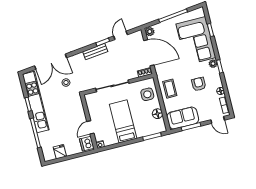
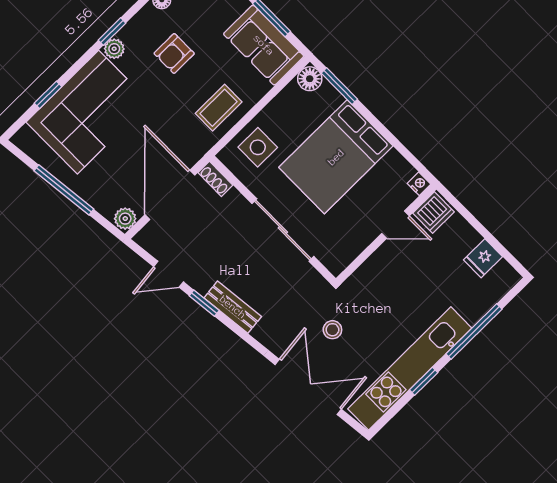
floor lamp: (157, 114) -> (310, 79), moved
bed: (123, 121) -> (336, 157), width x1.50

